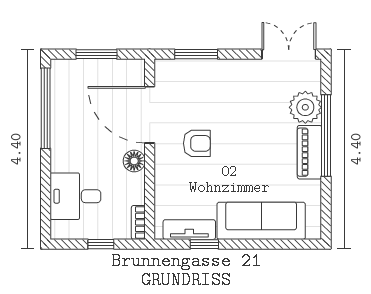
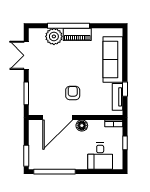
window: (96, 54) -> (26, 156), moved
double door: (289, 54) -> (26, 55), moved

